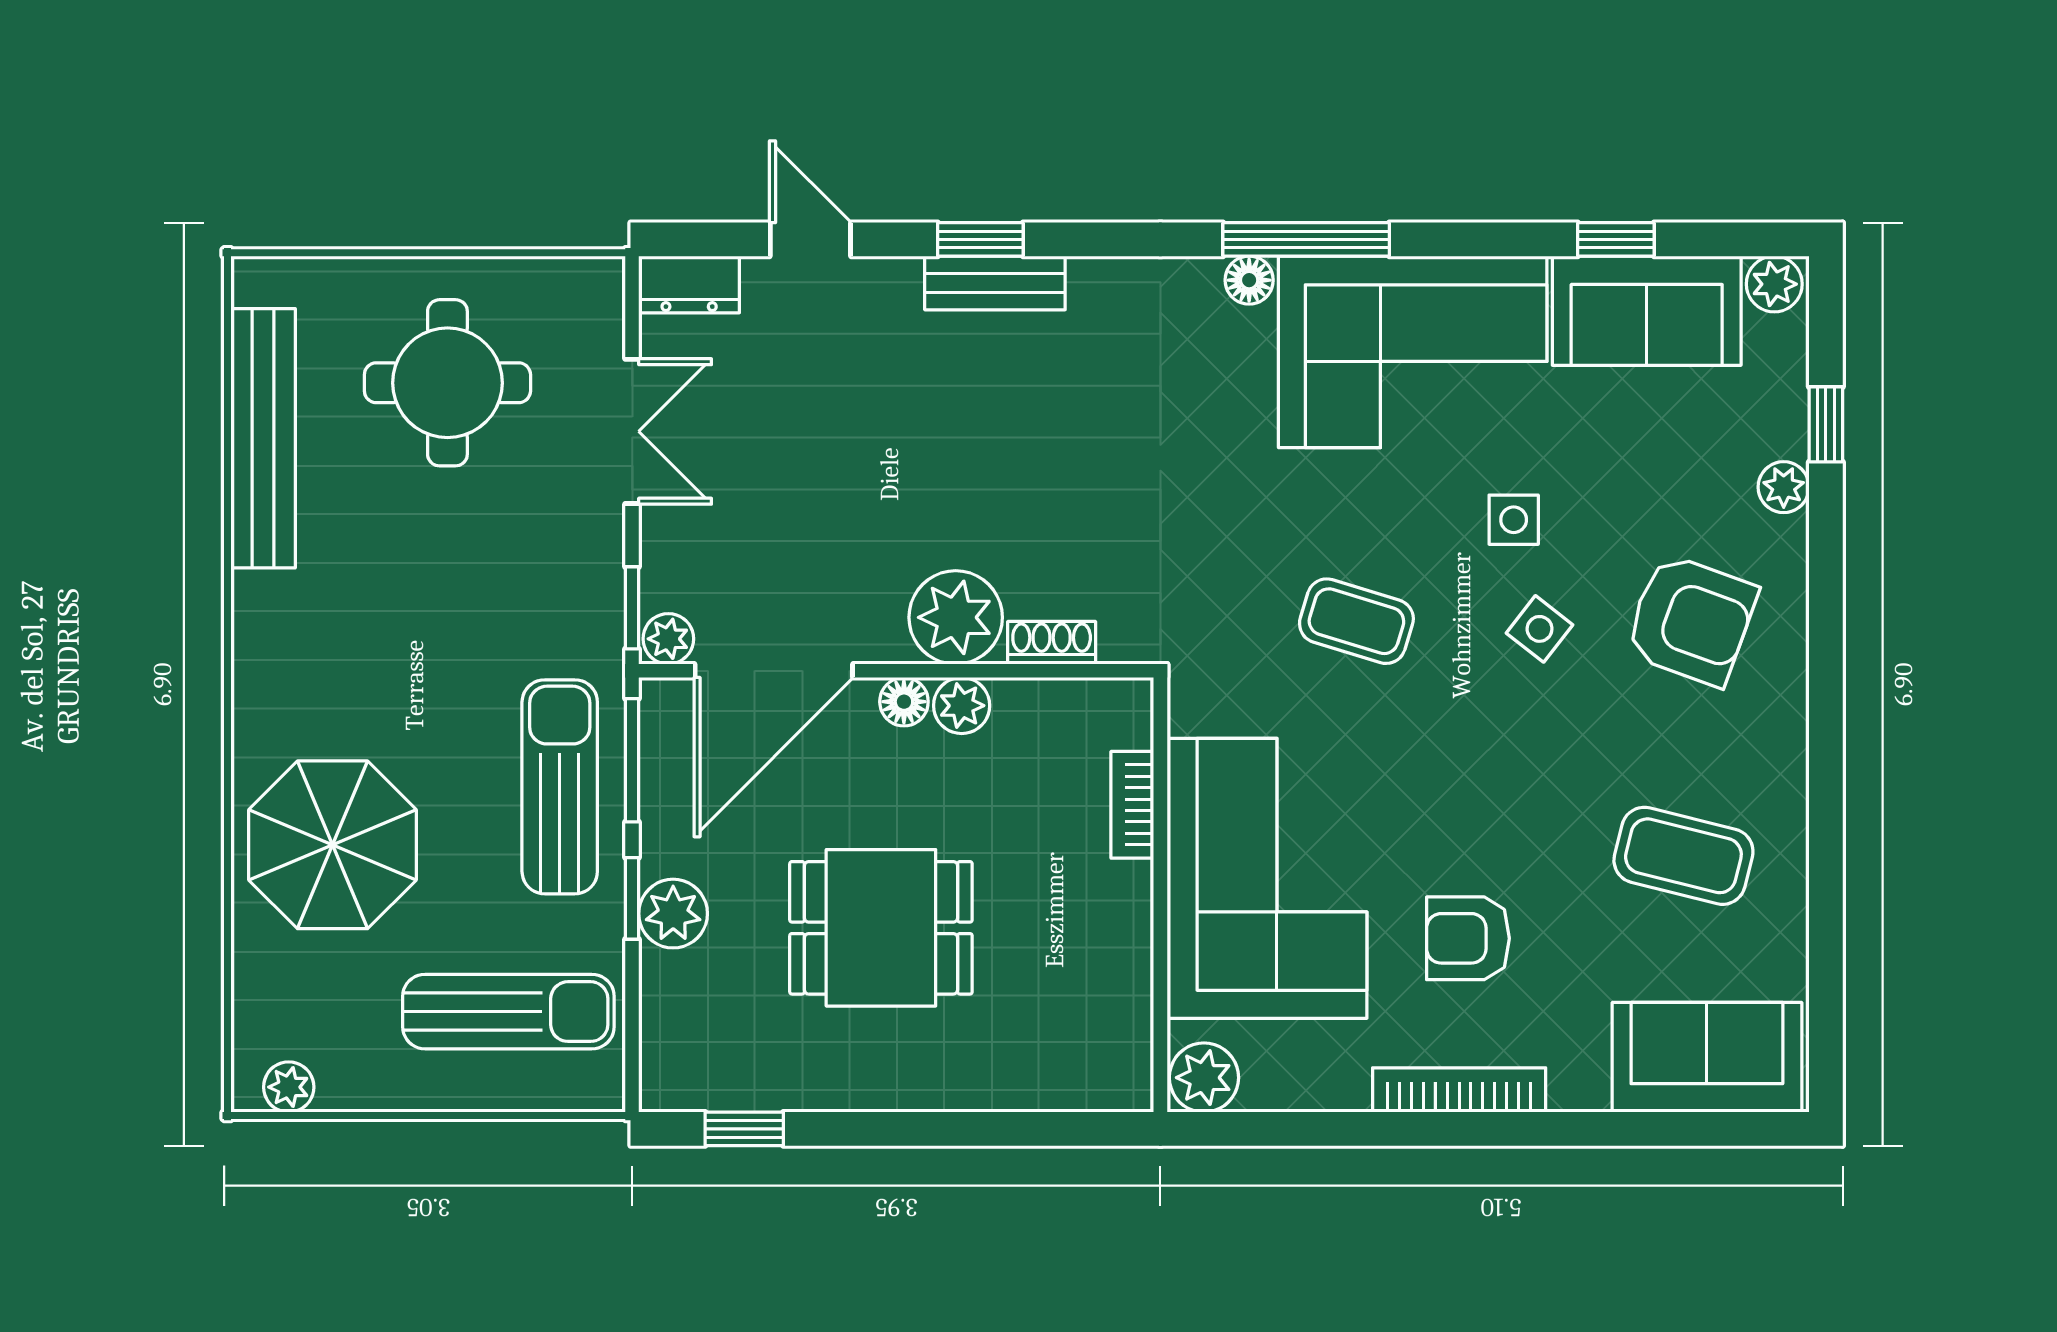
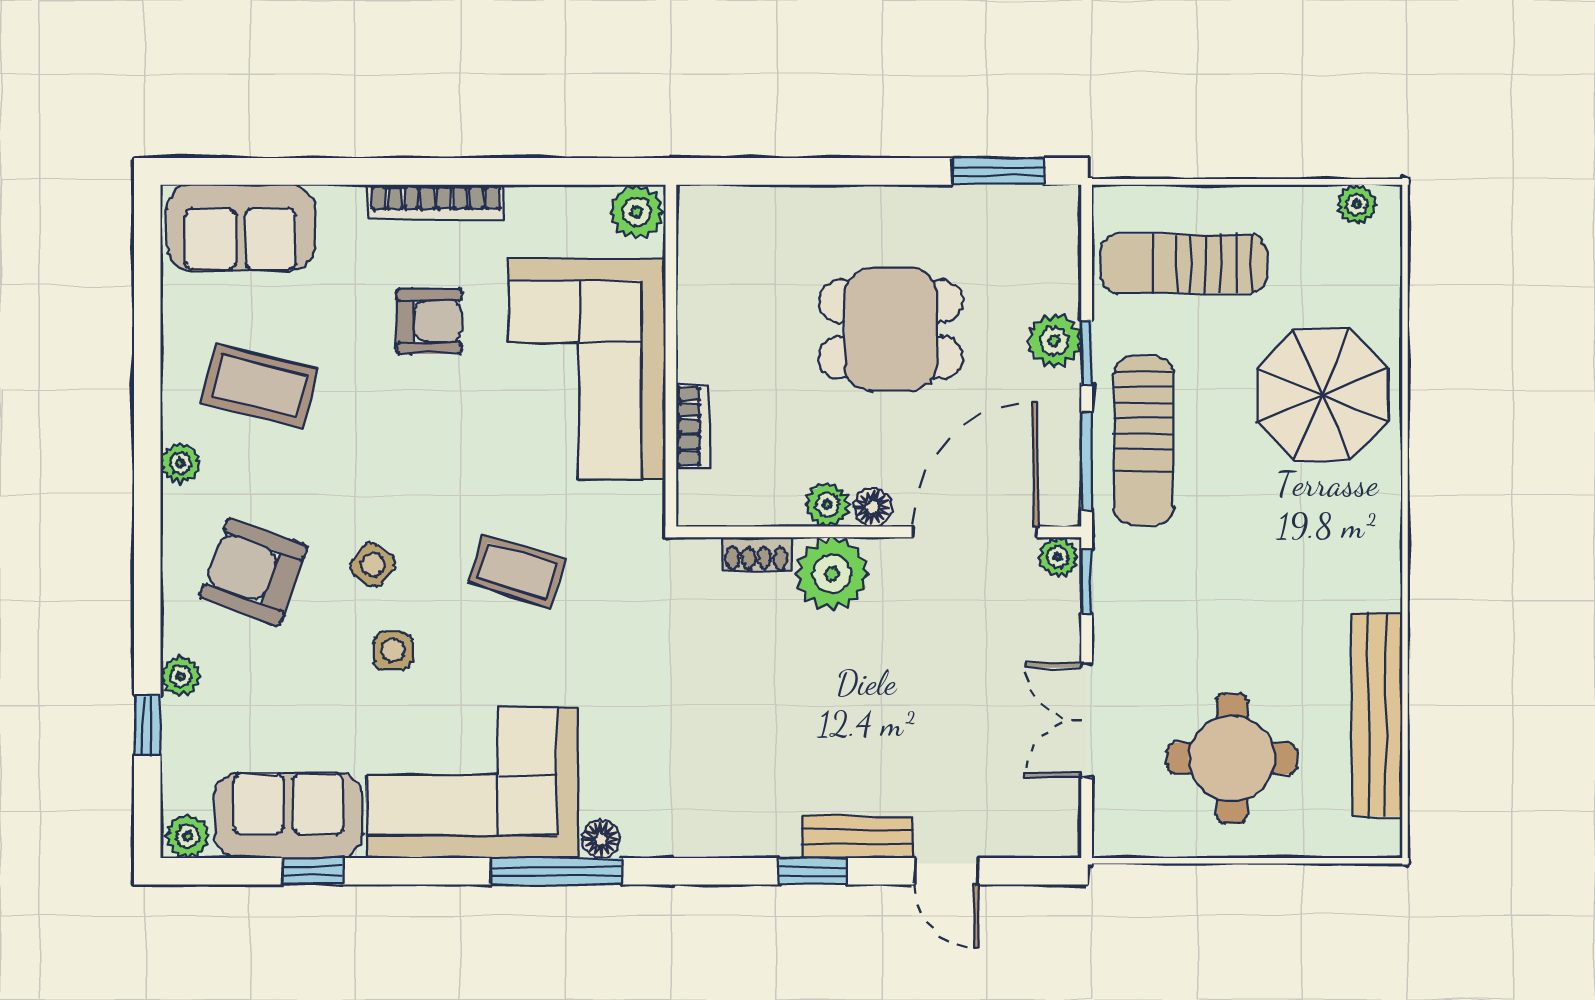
bench: (995, 283) -> (857, 837), moved
dresser: (689, 284) -> (1042, 836), removed
plant: (1784, 758) -> (180, 463), added
window: (744, 1129) -> (998, 171), width x1.50

